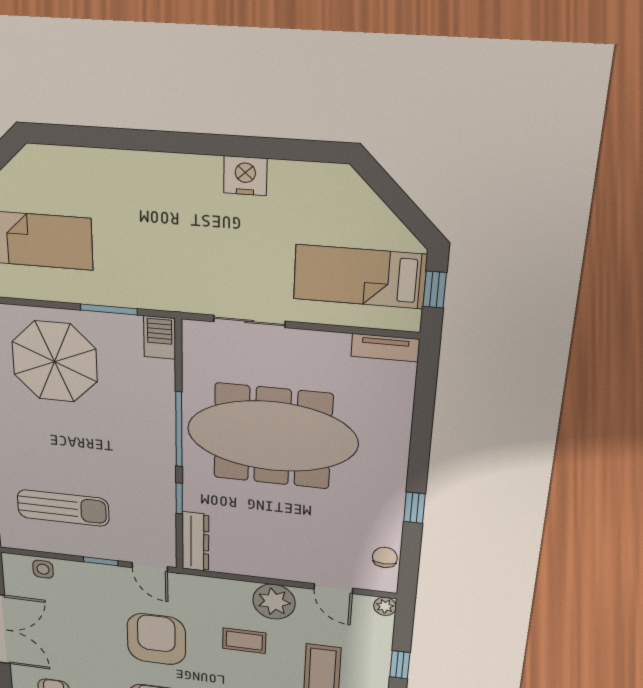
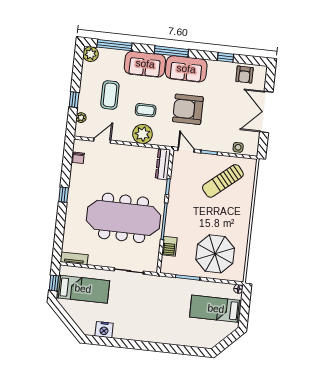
nightstand: (245, 176) -> (104, 330), moved
barbecue: (160, 338) -> (169, 246), moved
sun lounger: (63, 508) -> (223, 181), turned -40
window: (414, 508) -> (64, 195), moved
door: (333, 589) -> (102, 141), hinge flipped
plant: (274, 602) -> (142, 134), moved
plant: (385, 606) -> (81, 118), moved
armchair: (156, 639) -> (188, 109), turned 90

